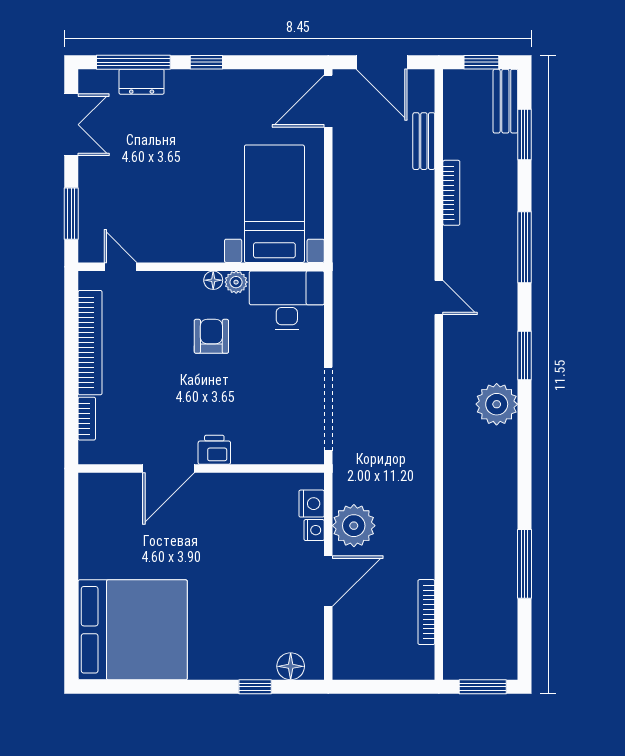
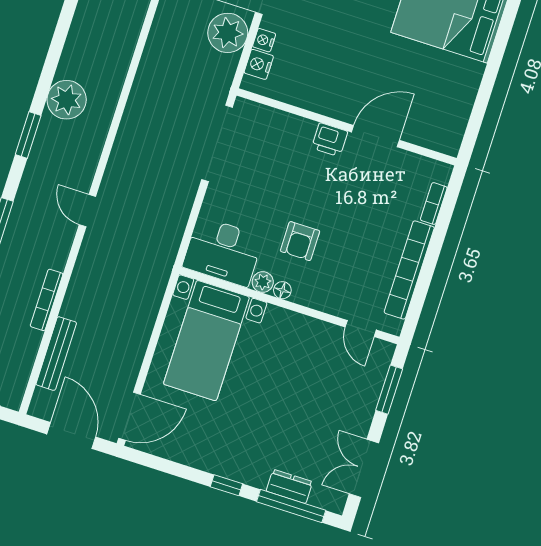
bench: (424, 141) -> (56, 354), width x1.36

